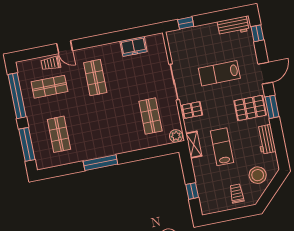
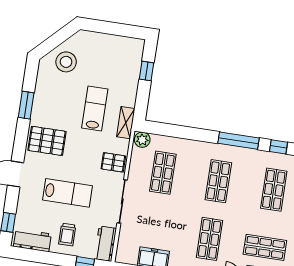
window: (272, 107) -> (26, 105), moved
shop shelf: (105, 125) -> (218, 181), added
workbench: (266, 139) -> (105, 244), moved, turned 180
lab bench: (222, 147) -> (95, 109), turned 180
window: (68, 169) -> (278, 147), added
trolley: (237, 193) -> (67, 235), moved

